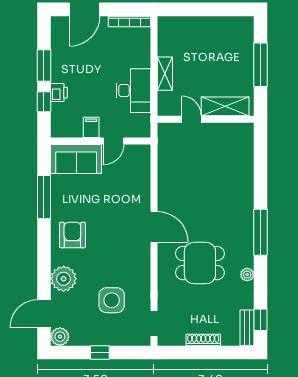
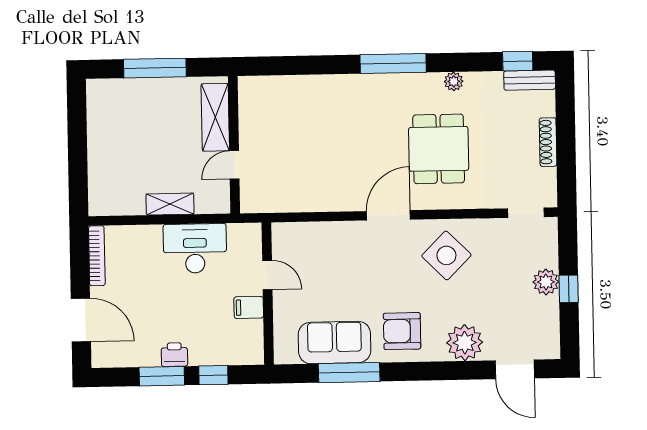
printer: (59, 93) -> (174, 355), moved
sofa: (76, 159) -> (334, 343), moved, turned -90
side table: (112, 300) -> (446, 255), moved, turned 45
plant: (60, 337) -> (546, 282), moved

